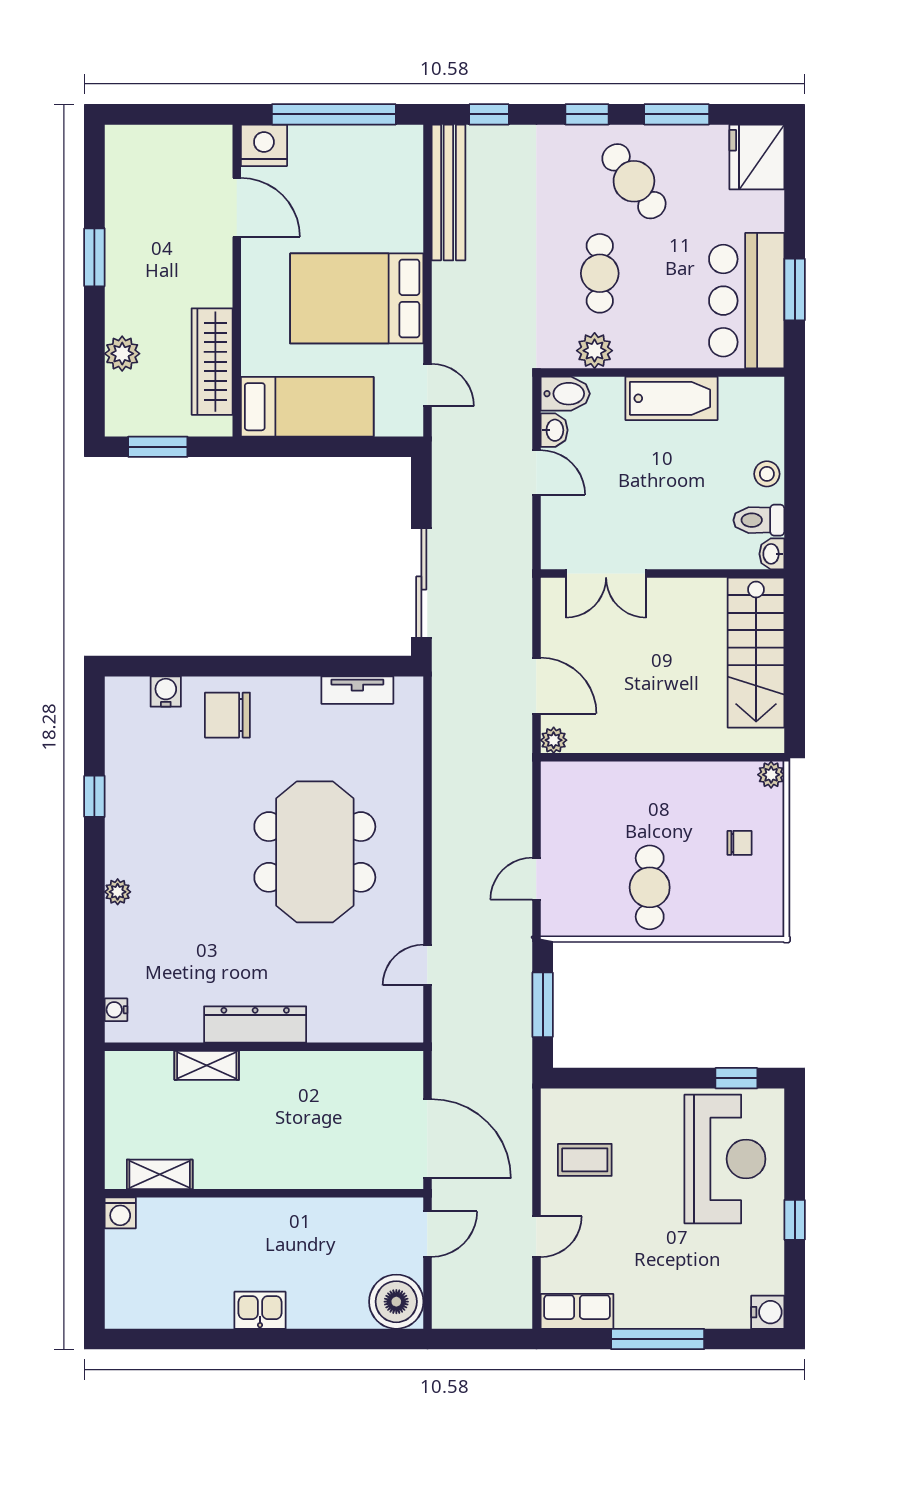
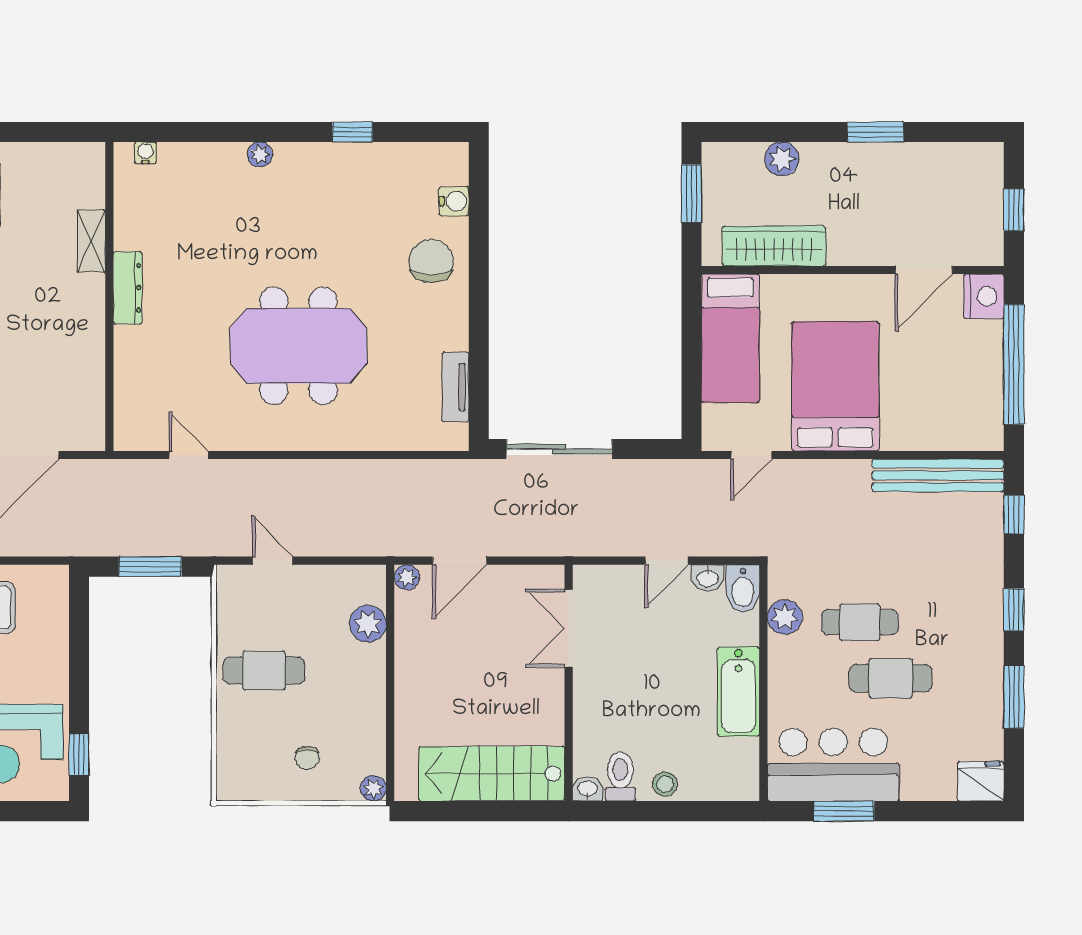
window: (175, 114) -> (1014, 210), added
fridge: (757, 157) -> (981, 781), width x0.73, depth x0.75
cafe table: (634, 181) -> (891, 678), moved, turned 37
plant: (601, 780) -> (368, 624), added
dresser: (255, 1024) -> (128, 288), width x0.73, depth x0.80

